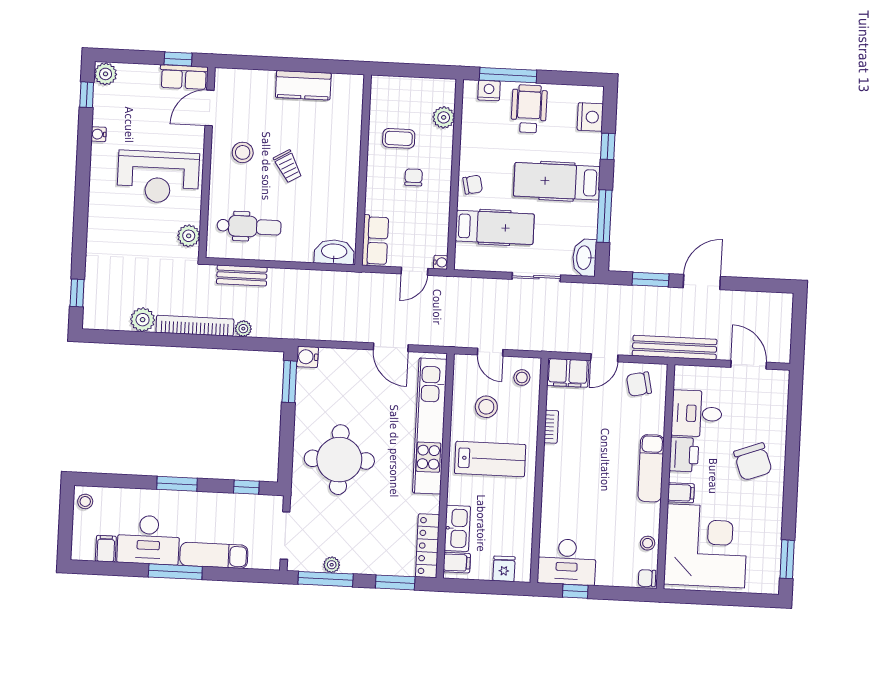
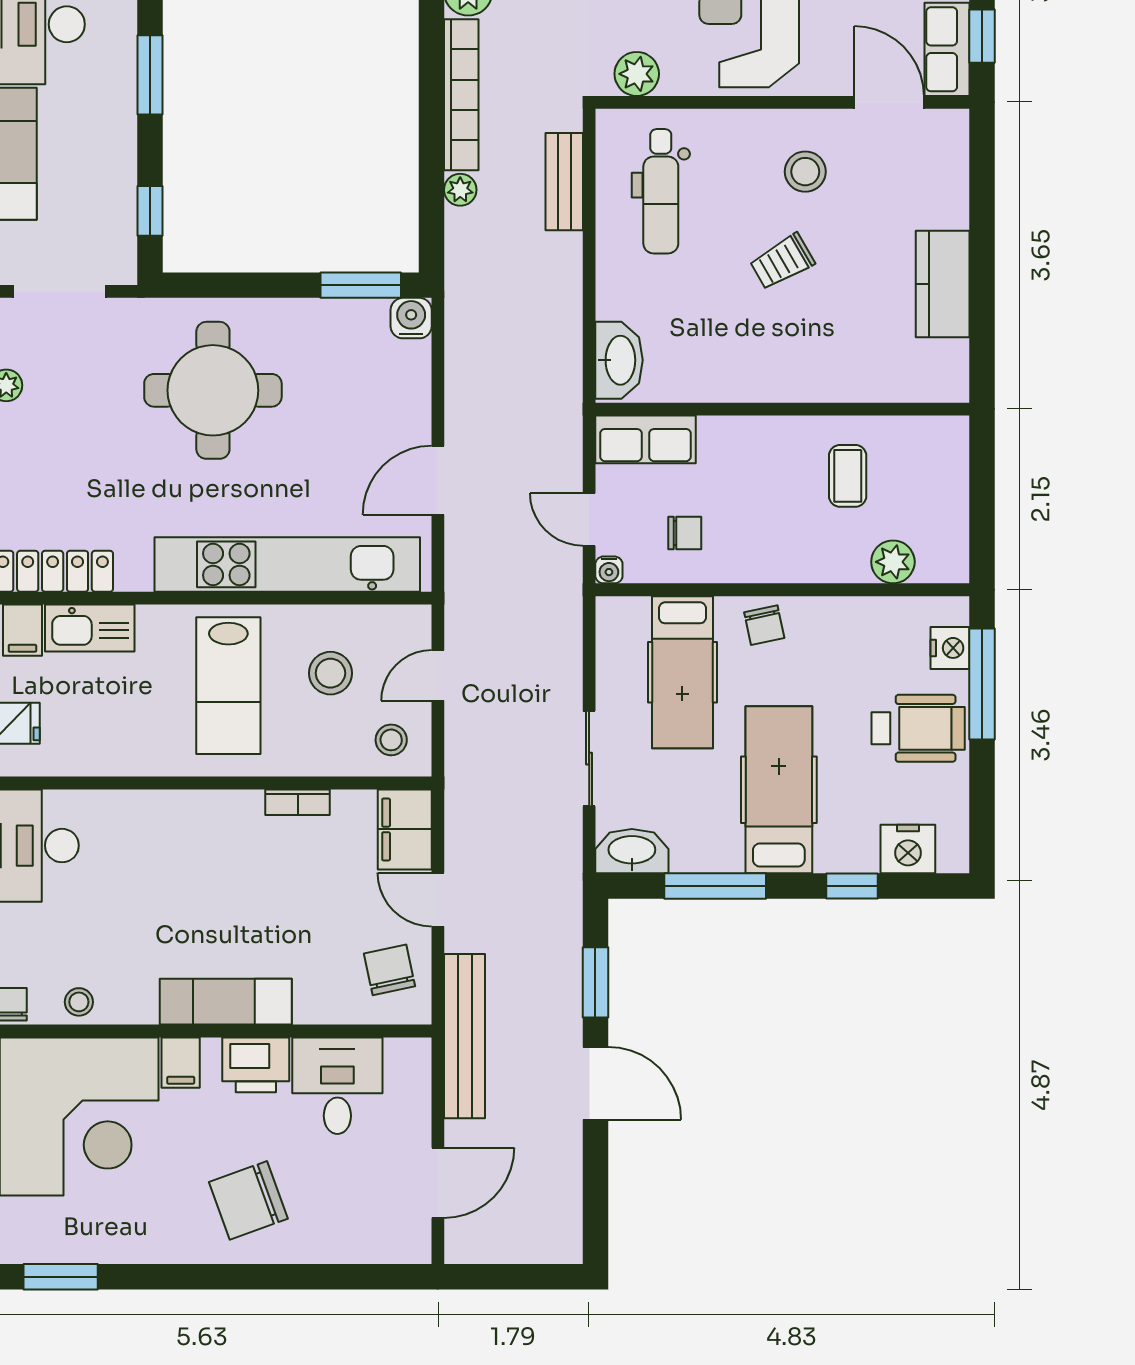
chair: (414, 177) -> (685, 533), moved

